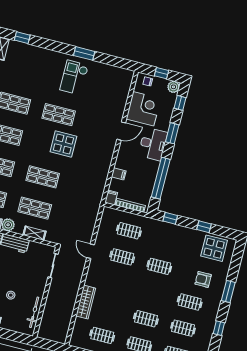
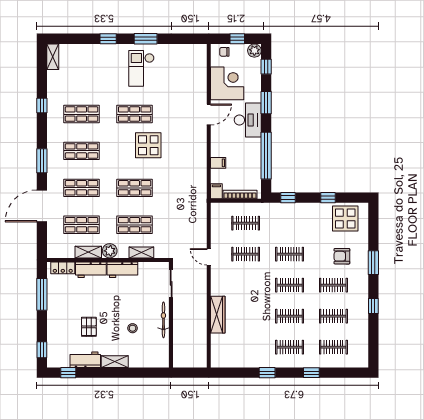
window: (22, 38) -> (108, 39), moved
bicycle: (34, 312) -> (163, 320), moved
clothes rail: (102, 335) -> (290, 285), moved

